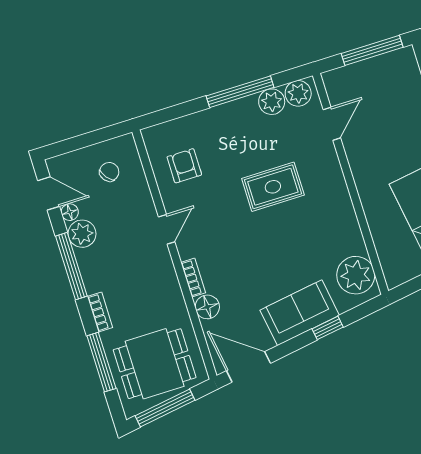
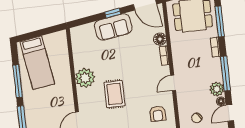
rug: (273, 187) -> (114, 94), turned 90
door: (49, 193) -> (230, 113), hinge flipped
plant: (356, 275) -> (85, 78), moved
window: (328, 328) -> (113, 13), moved

